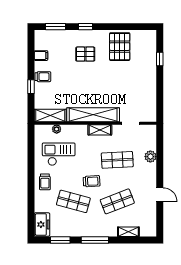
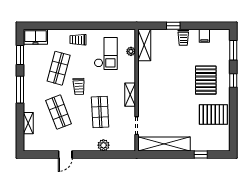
pallet: (85, 54) -> (206, 80), width x1.50, depth x1.42
shelving: (93, 115) -> (164, 144), moved, turned 90

